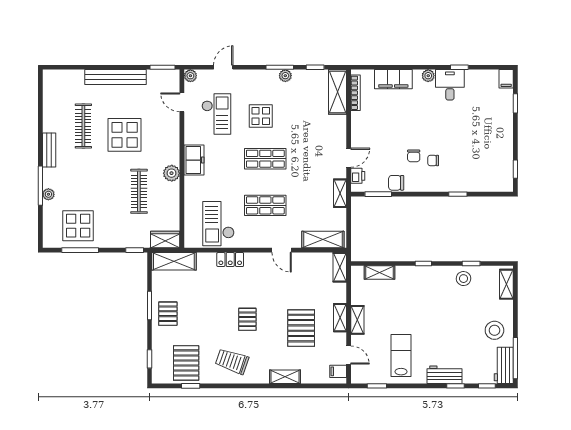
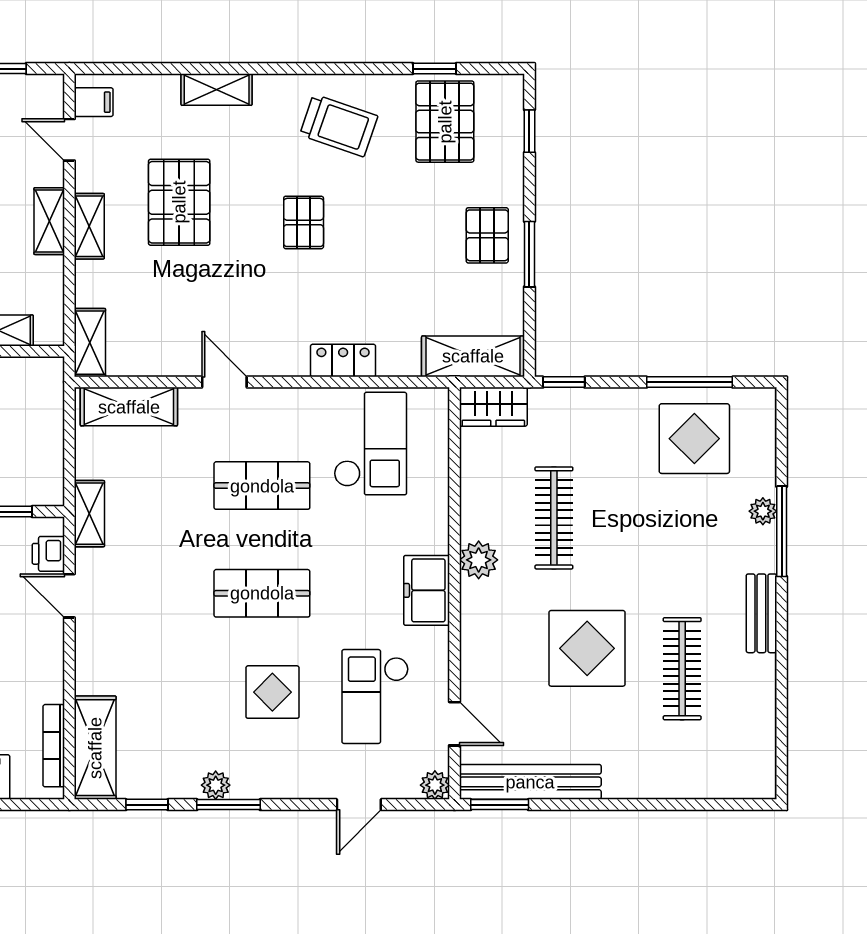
bench: (115, 77) -> (530, 782), moved
door: (349, 158) -> (69, 596), hinge flipped

